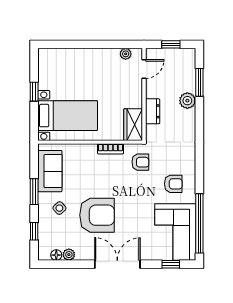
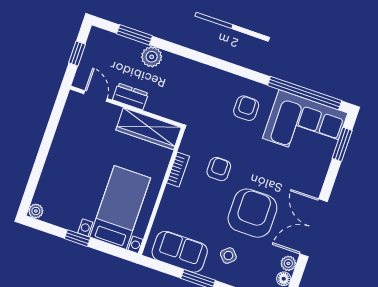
plant: (126, 54) -> (36, 211), moved
dresser: (153, 111) -> (130, 96), moved
wardrobe: (133, 125) -> (149, 129), width x1.50
armchair: (140, 162) -> (219, 169), moved
double door: (117, 264) -> (314, 228), moved
window: (171, 264) -> (342, 144), width x1.50

